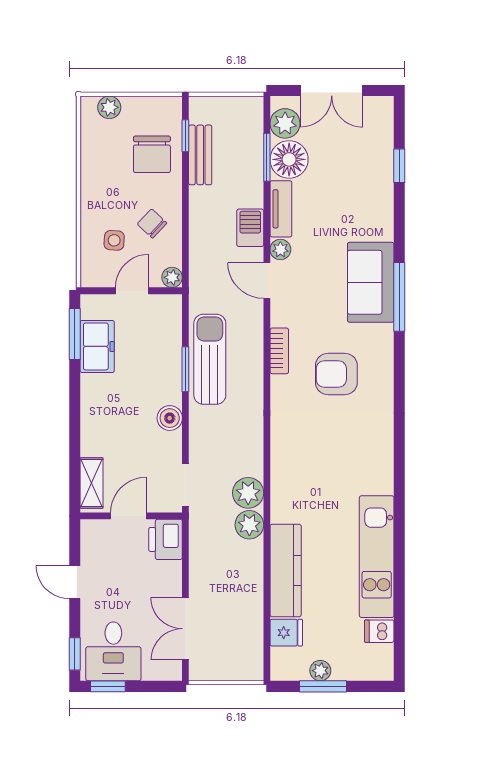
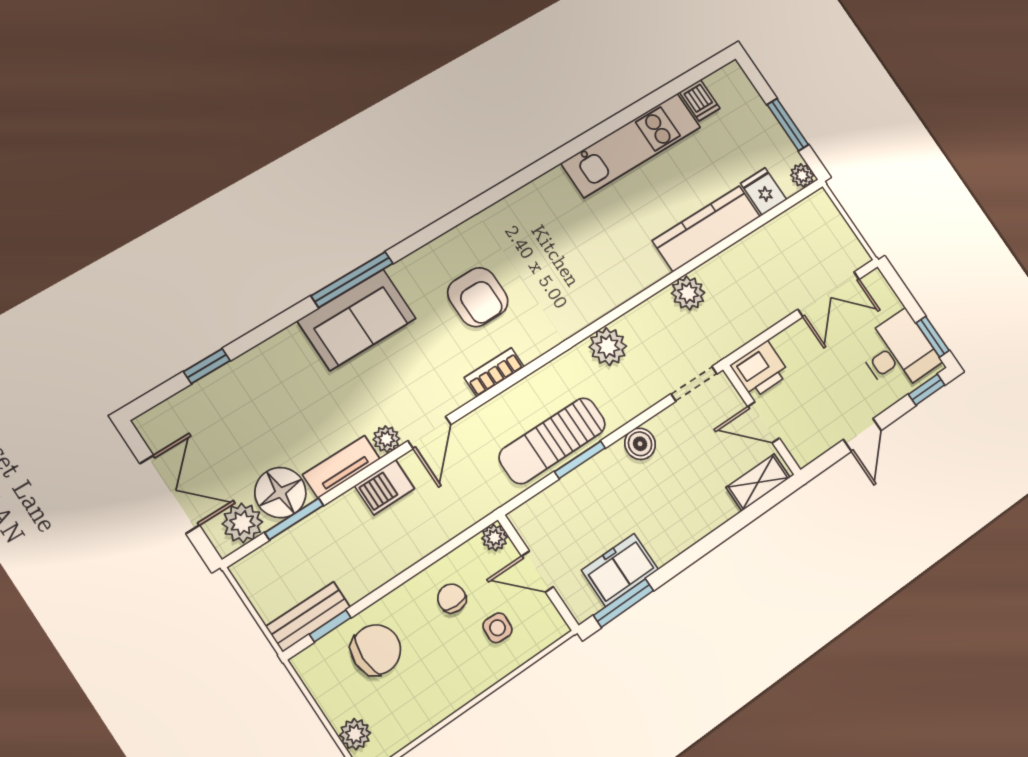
bench: (200, 155) -> (308, 617), moved
chair: (152, 224) -> (452, 598), turned 137
plant: (248, 493) -> (608, 347), moved
plant: (320, 671) -> (802, 175), moved

